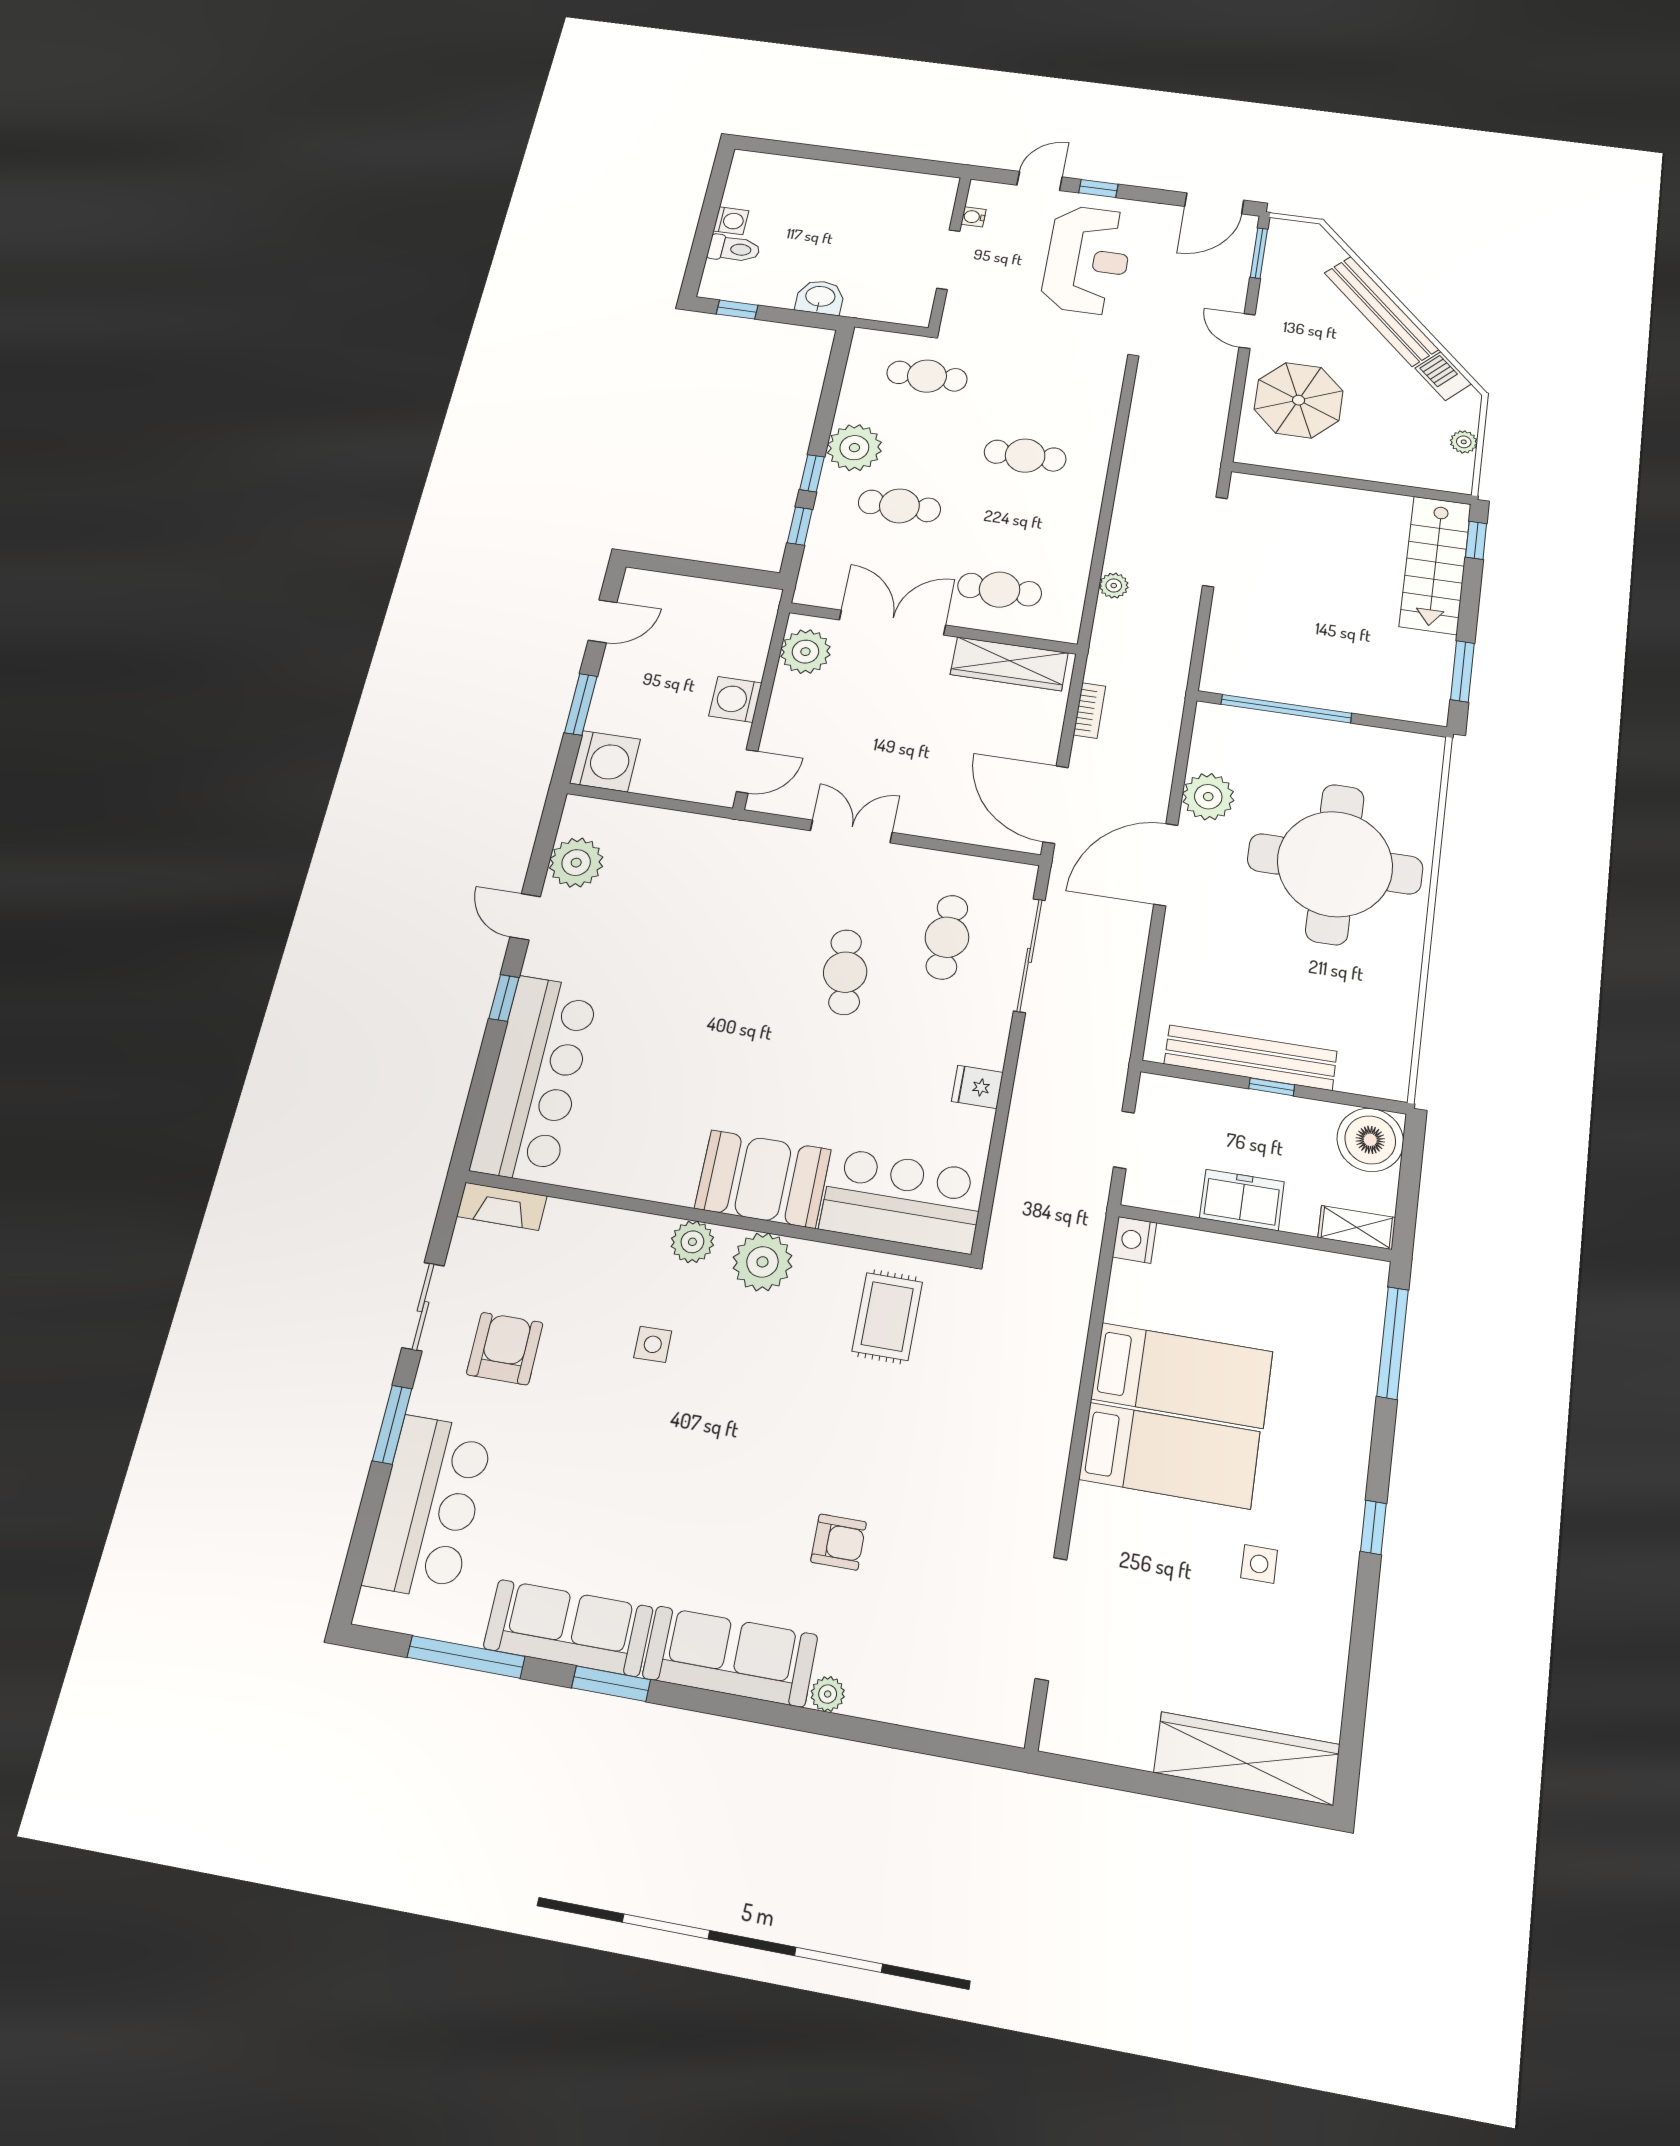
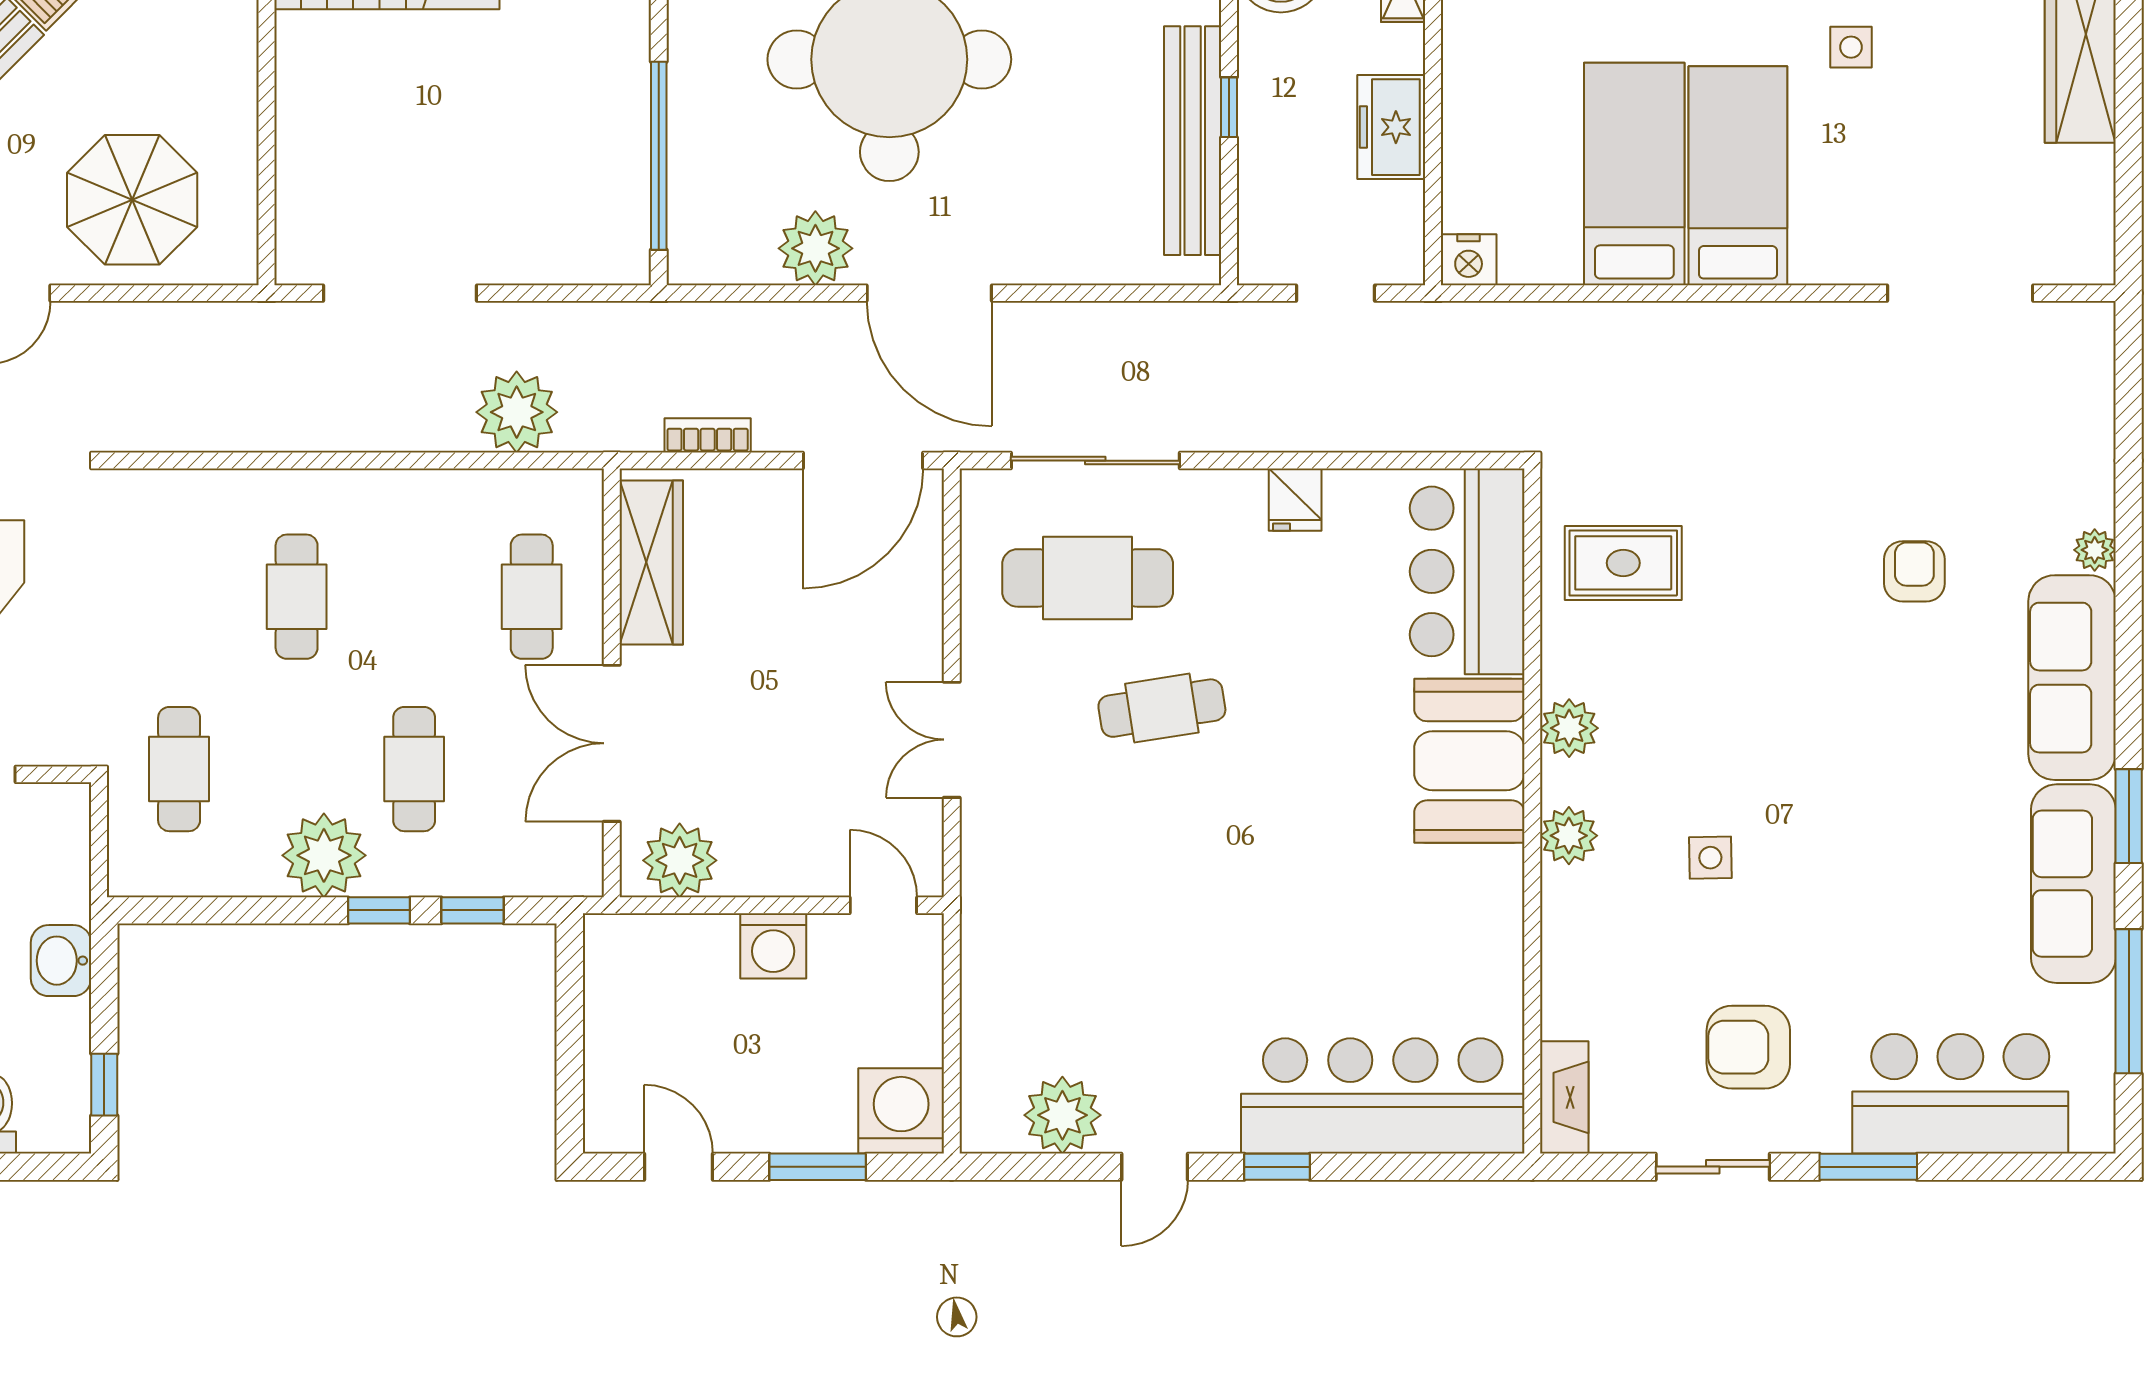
plant: (1114, 586) -> (517, 412), width x1.87, depth x1.87
cafe table: (947, 937) -> (1088, 578), width x1.37, depth x1.35
plant: (762, 1262) -> (1569, 728), width x0.73, depth x0.73

